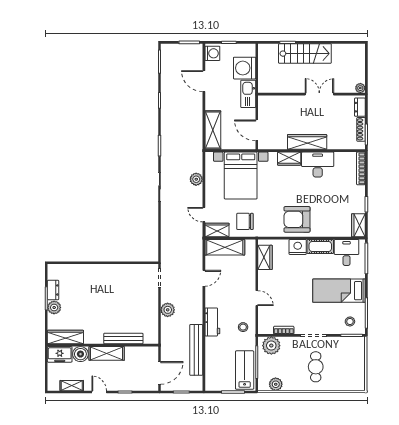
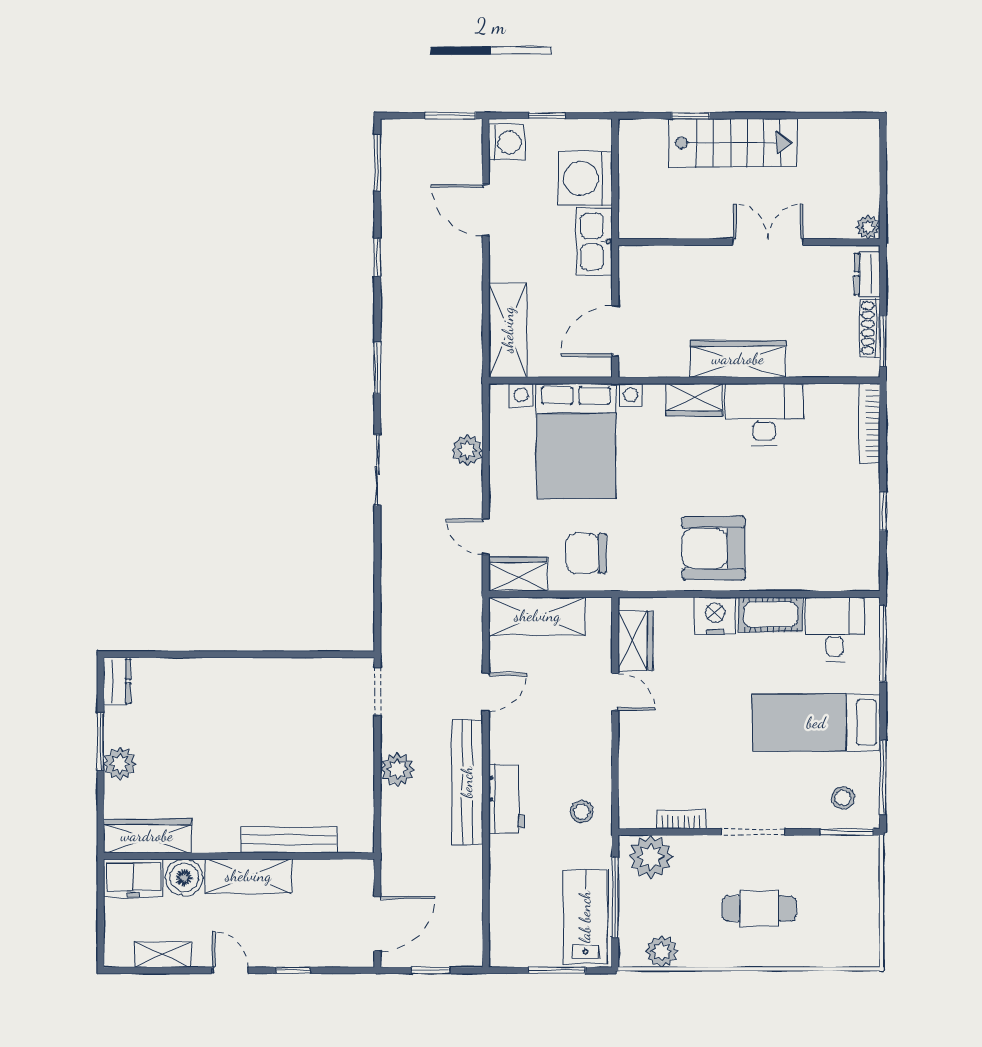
door: (257, 130) -> (615, 331), hinge flipped
wardrobe: (358, 225) -> (863, 563), removed
dresser: (53, 290) -> (117, 681), moved
door: (257, 298) -> (615, 692), moved
bench: (196, 350) -> (467, 782), moved
cafe table: (316, 367) -> (759, 909), turned 90

